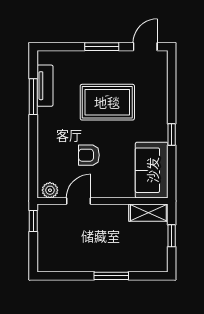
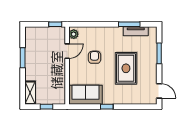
window: (102, 47) -> (159, 53), moved
door: (78, 201) -> (67, 51), hinge flipped
shelving: (148, 213) -> (30, 93), moved
window: (111, 276) -> (23, 58), moved

